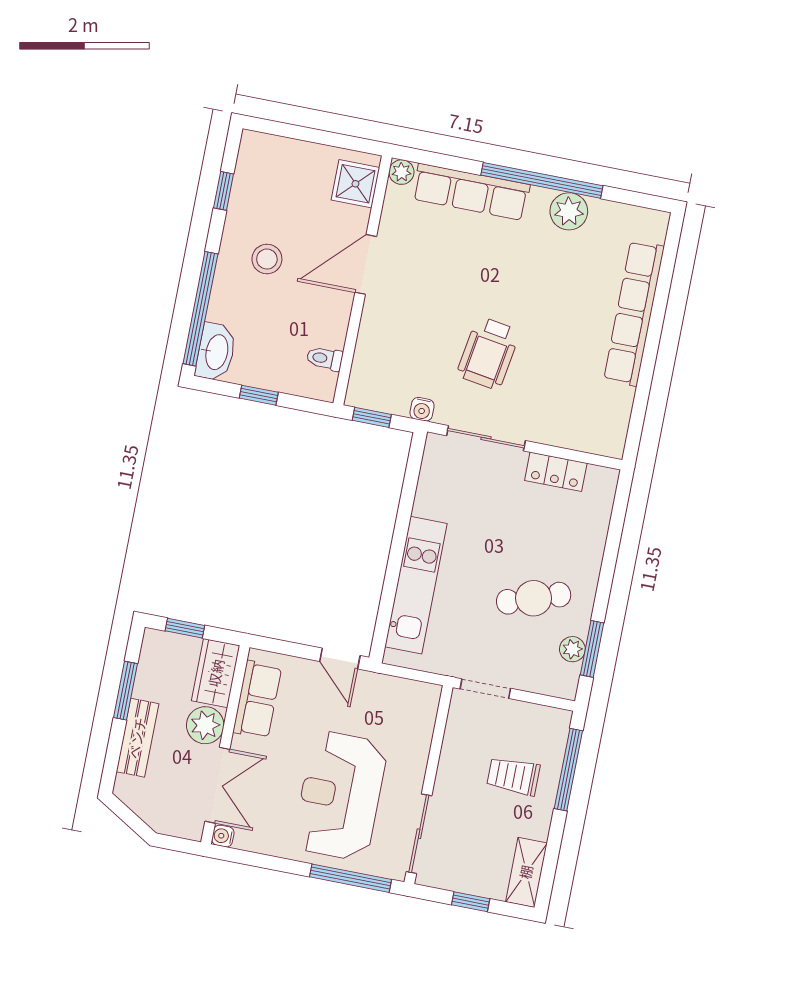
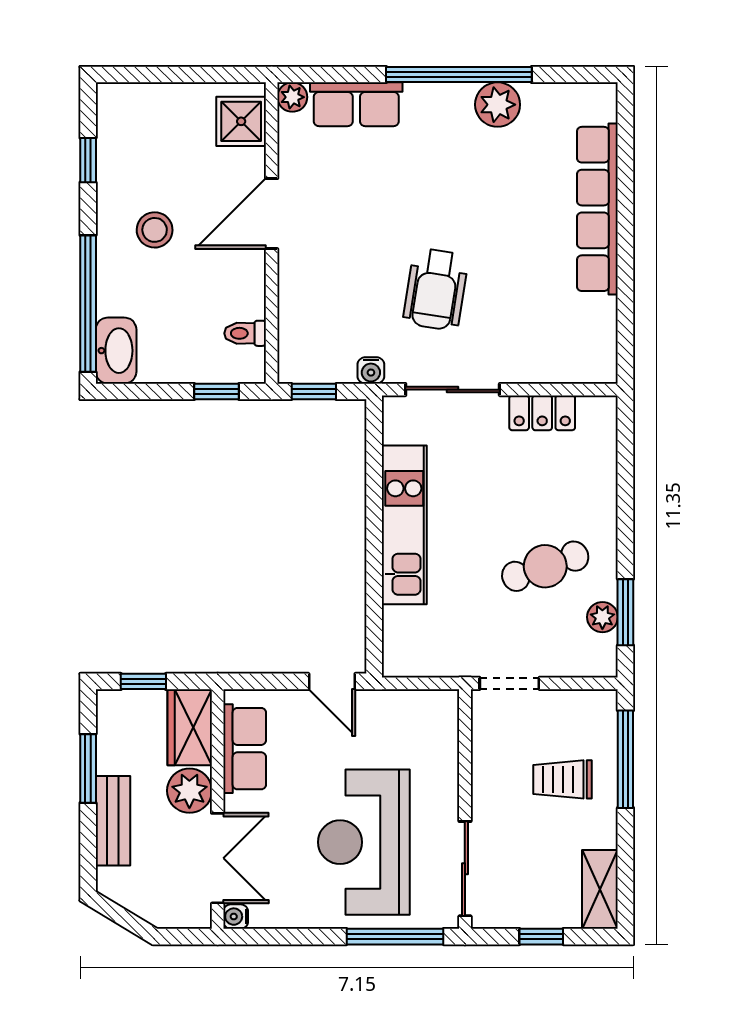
row of seats: (471, 192) -> (356, 104), width x0.68
window: (259, 395) -> (217, 391), moved
kitchen unit: (416, 585) -> (404, 525), moved

